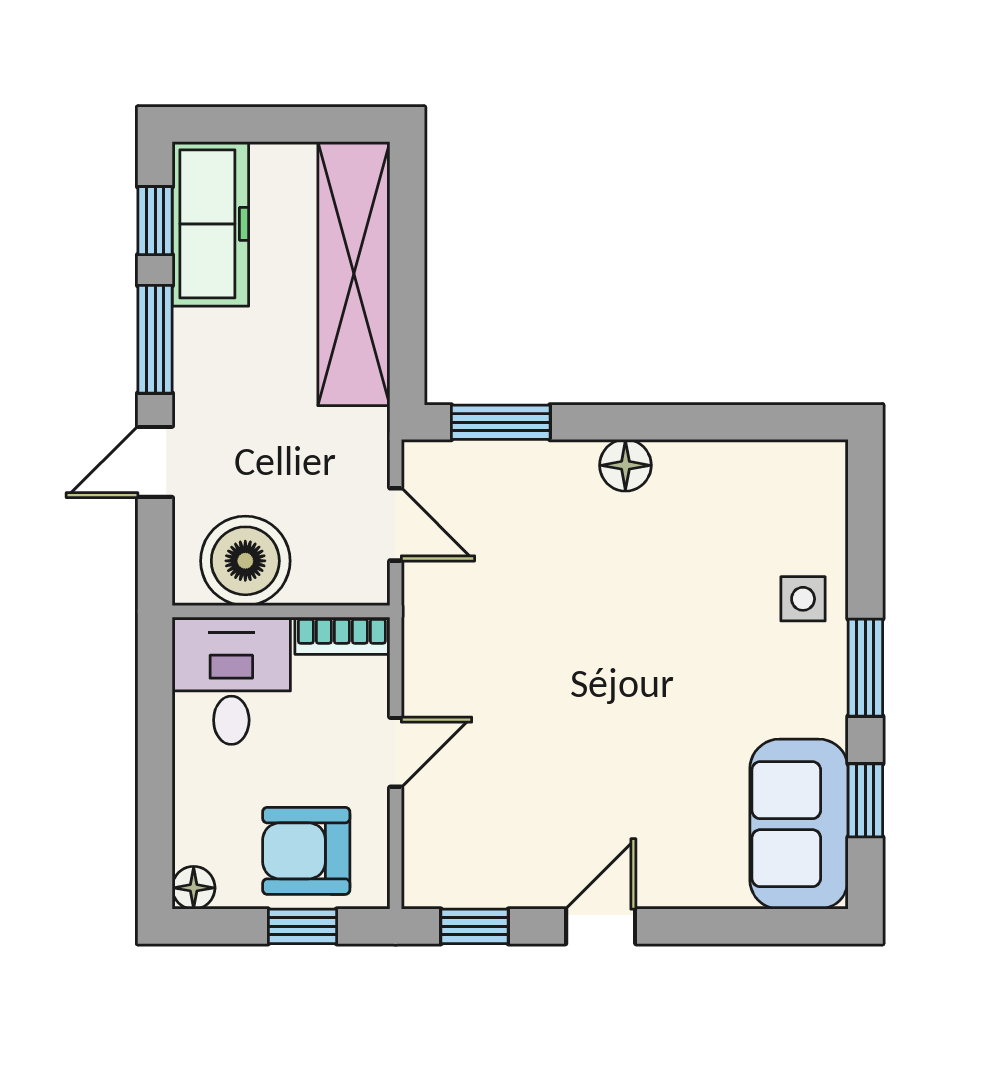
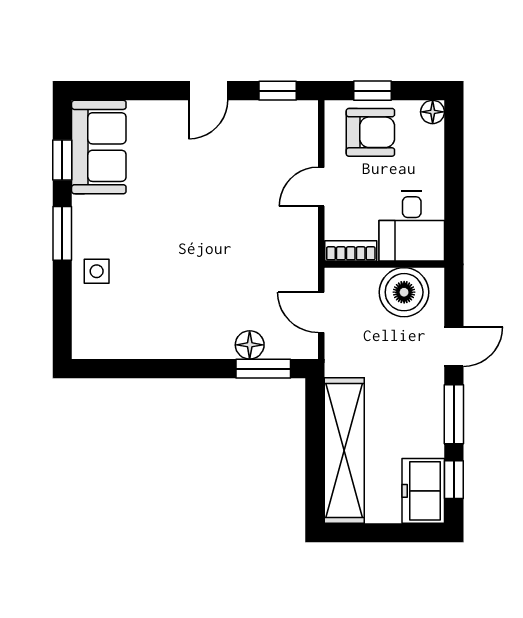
freezer: (210, 224) -> (423, 491), width x0.71
floor lamp: (625, 465) -> (250, 345), moved

